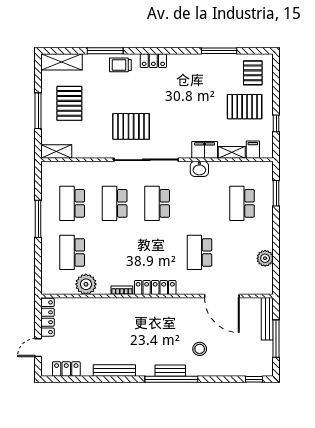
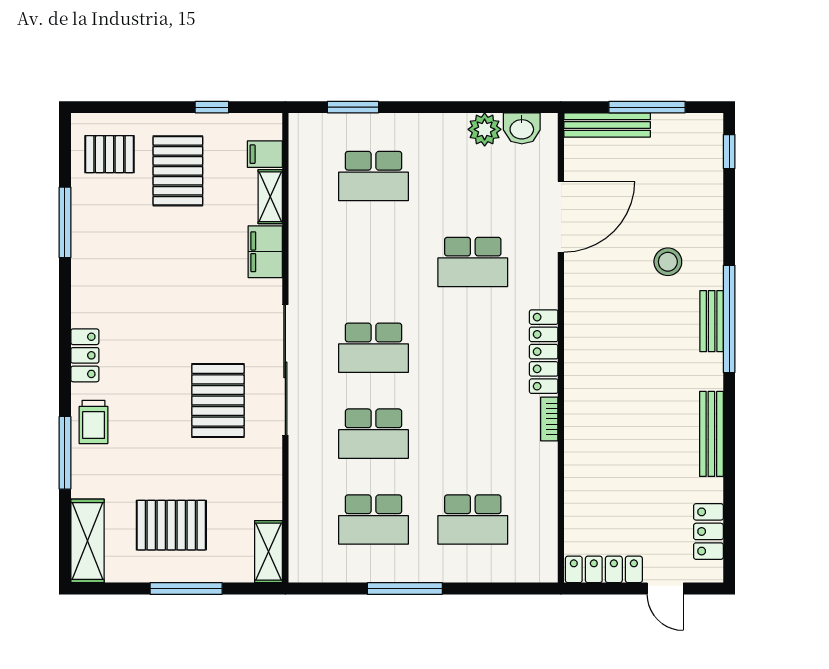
washbasin: (199, 169) -> (522, 128), moved, turned 90
plant: (86, 284) -> (537, 492), removed

